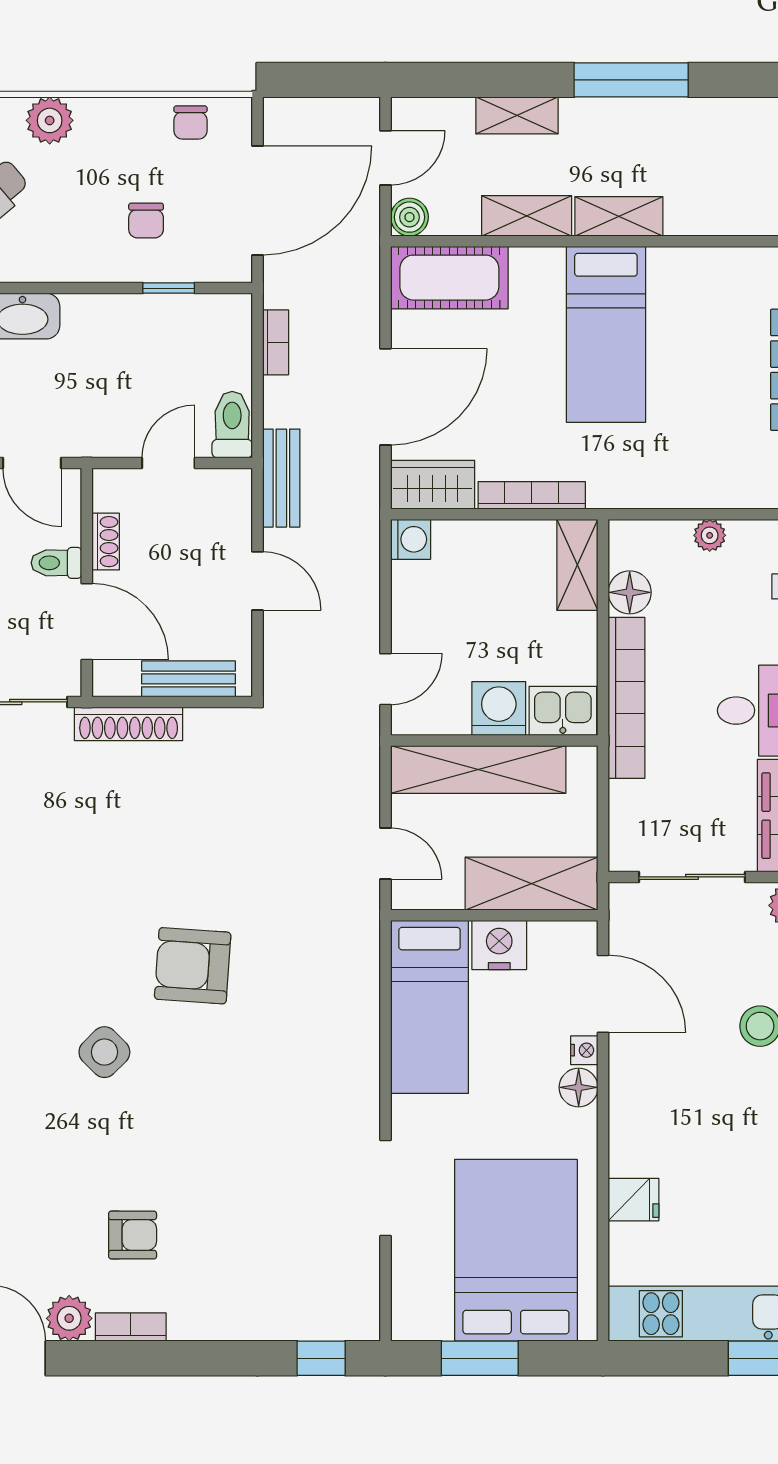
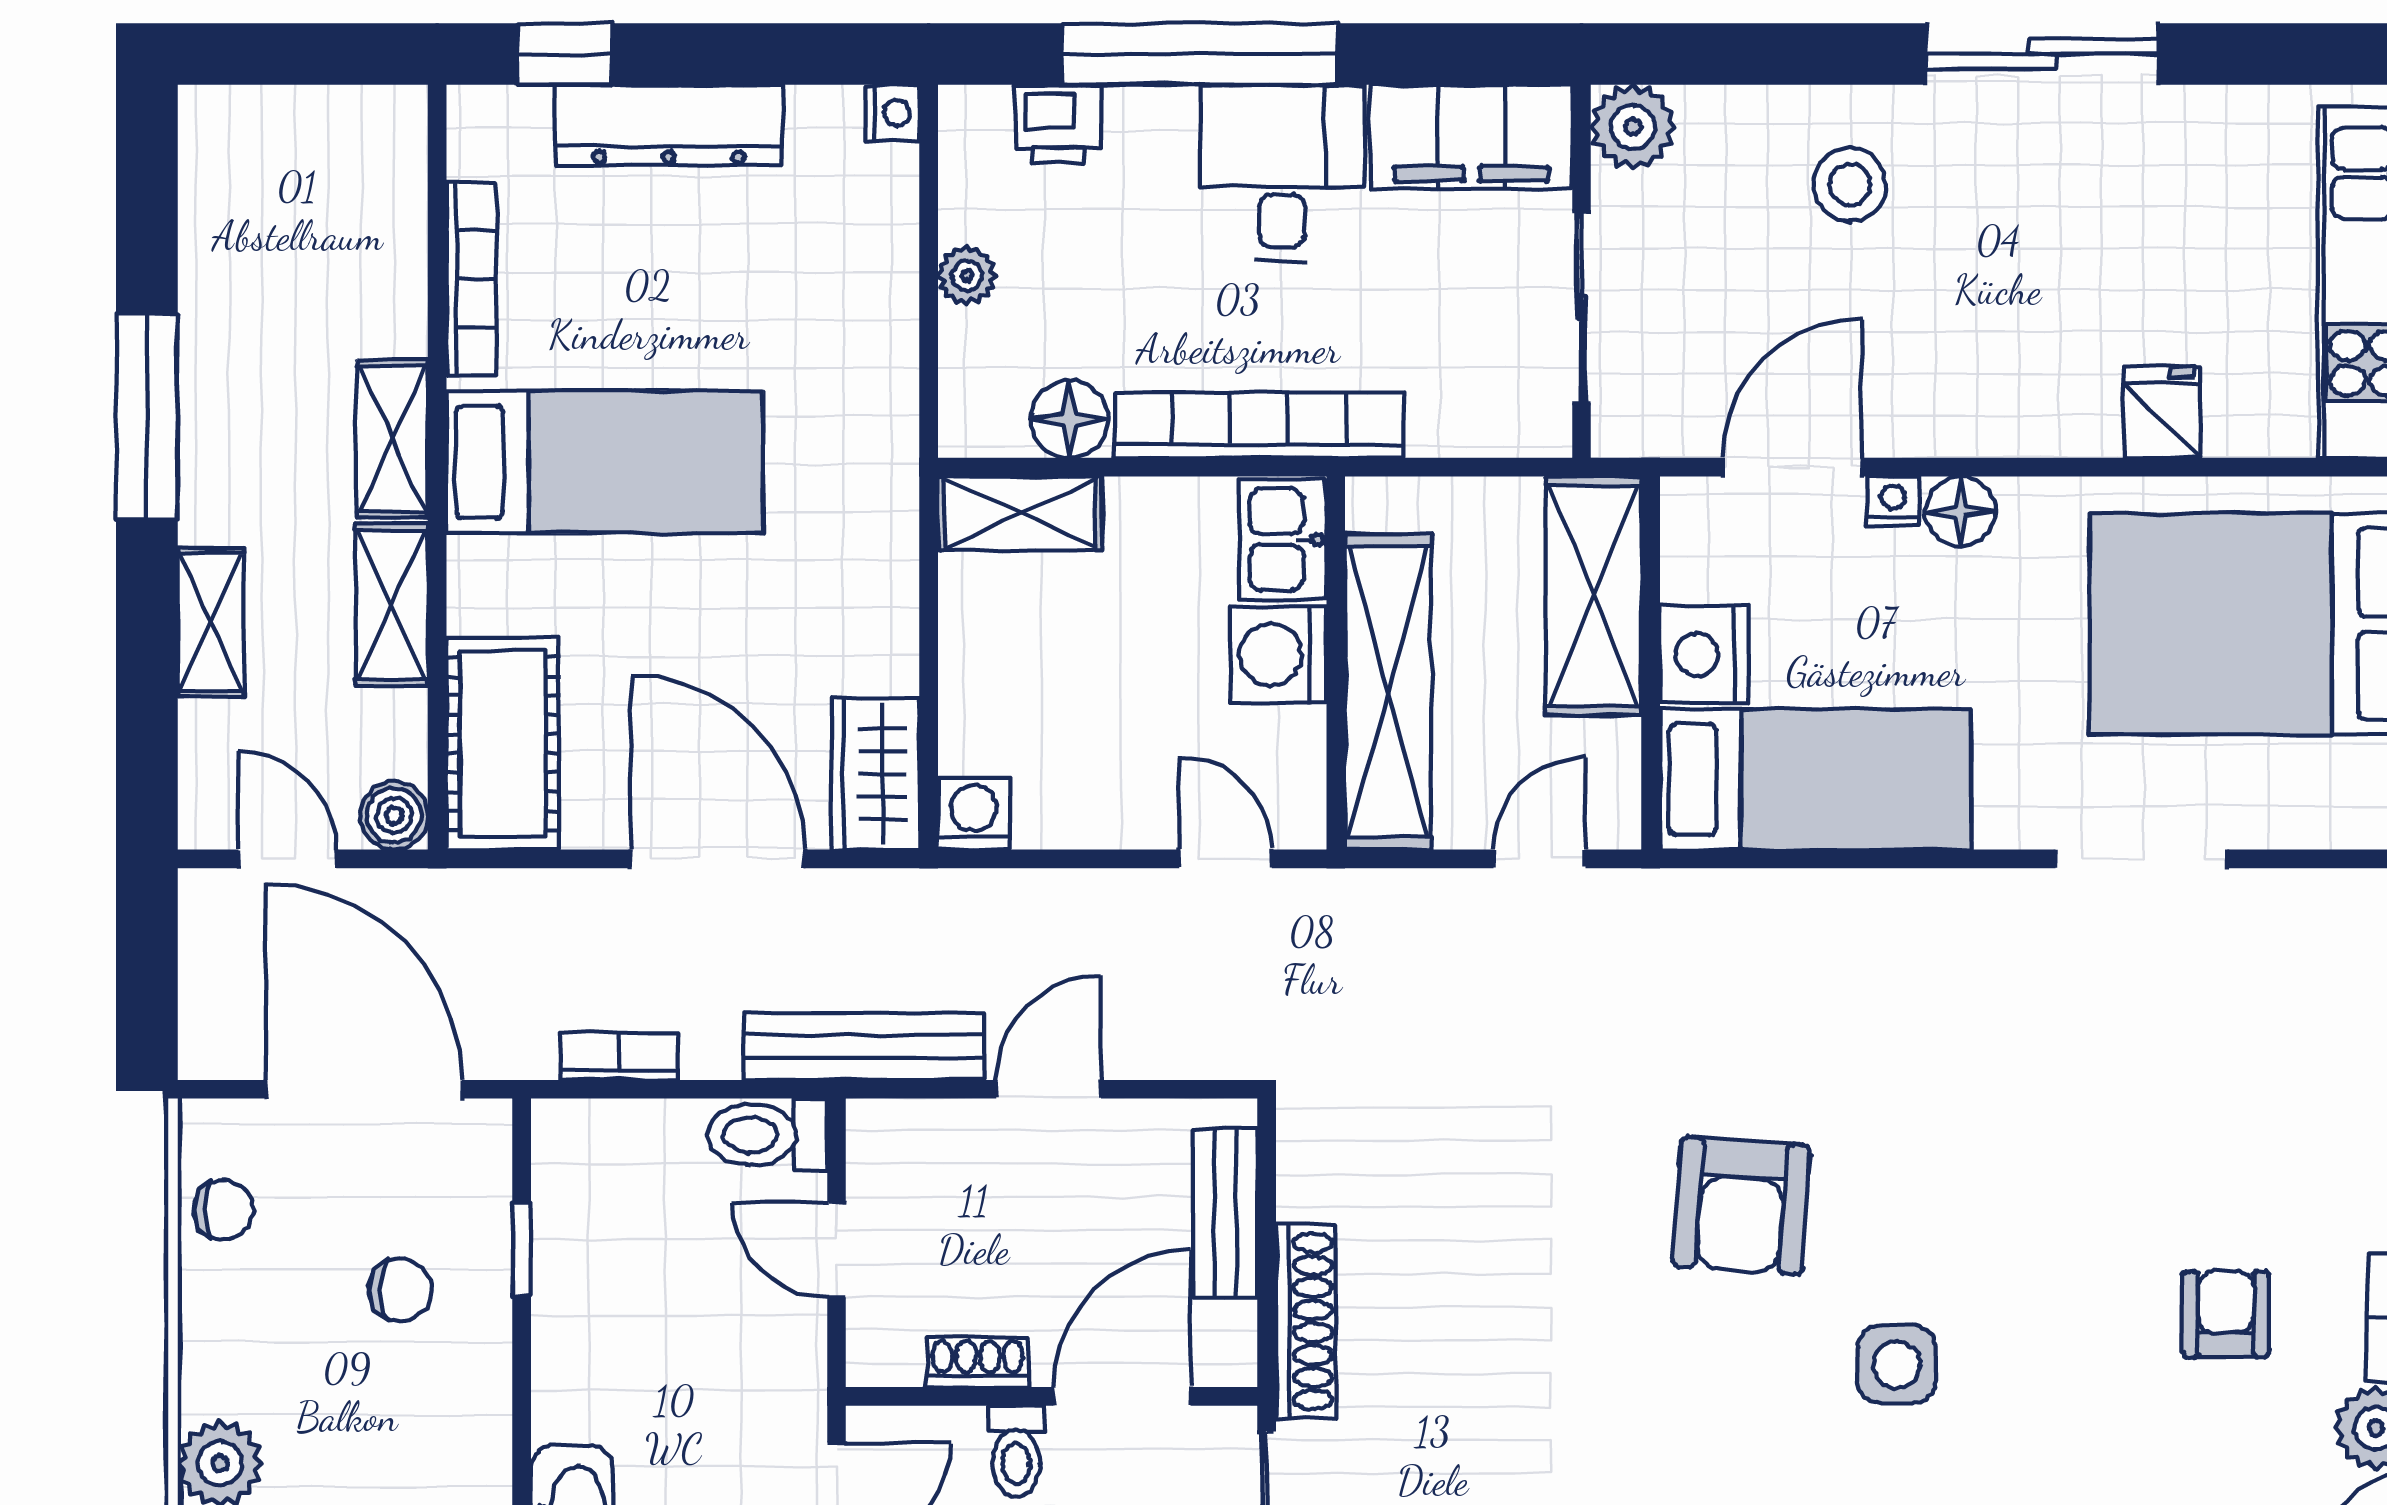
bench: (281, 478) -> (864, 1046), width x1.36
bookcase: (532, 495) -> (471, 279), moved, turned 180
side table: (104, 1052) -> (1897, 1365), turned 45

